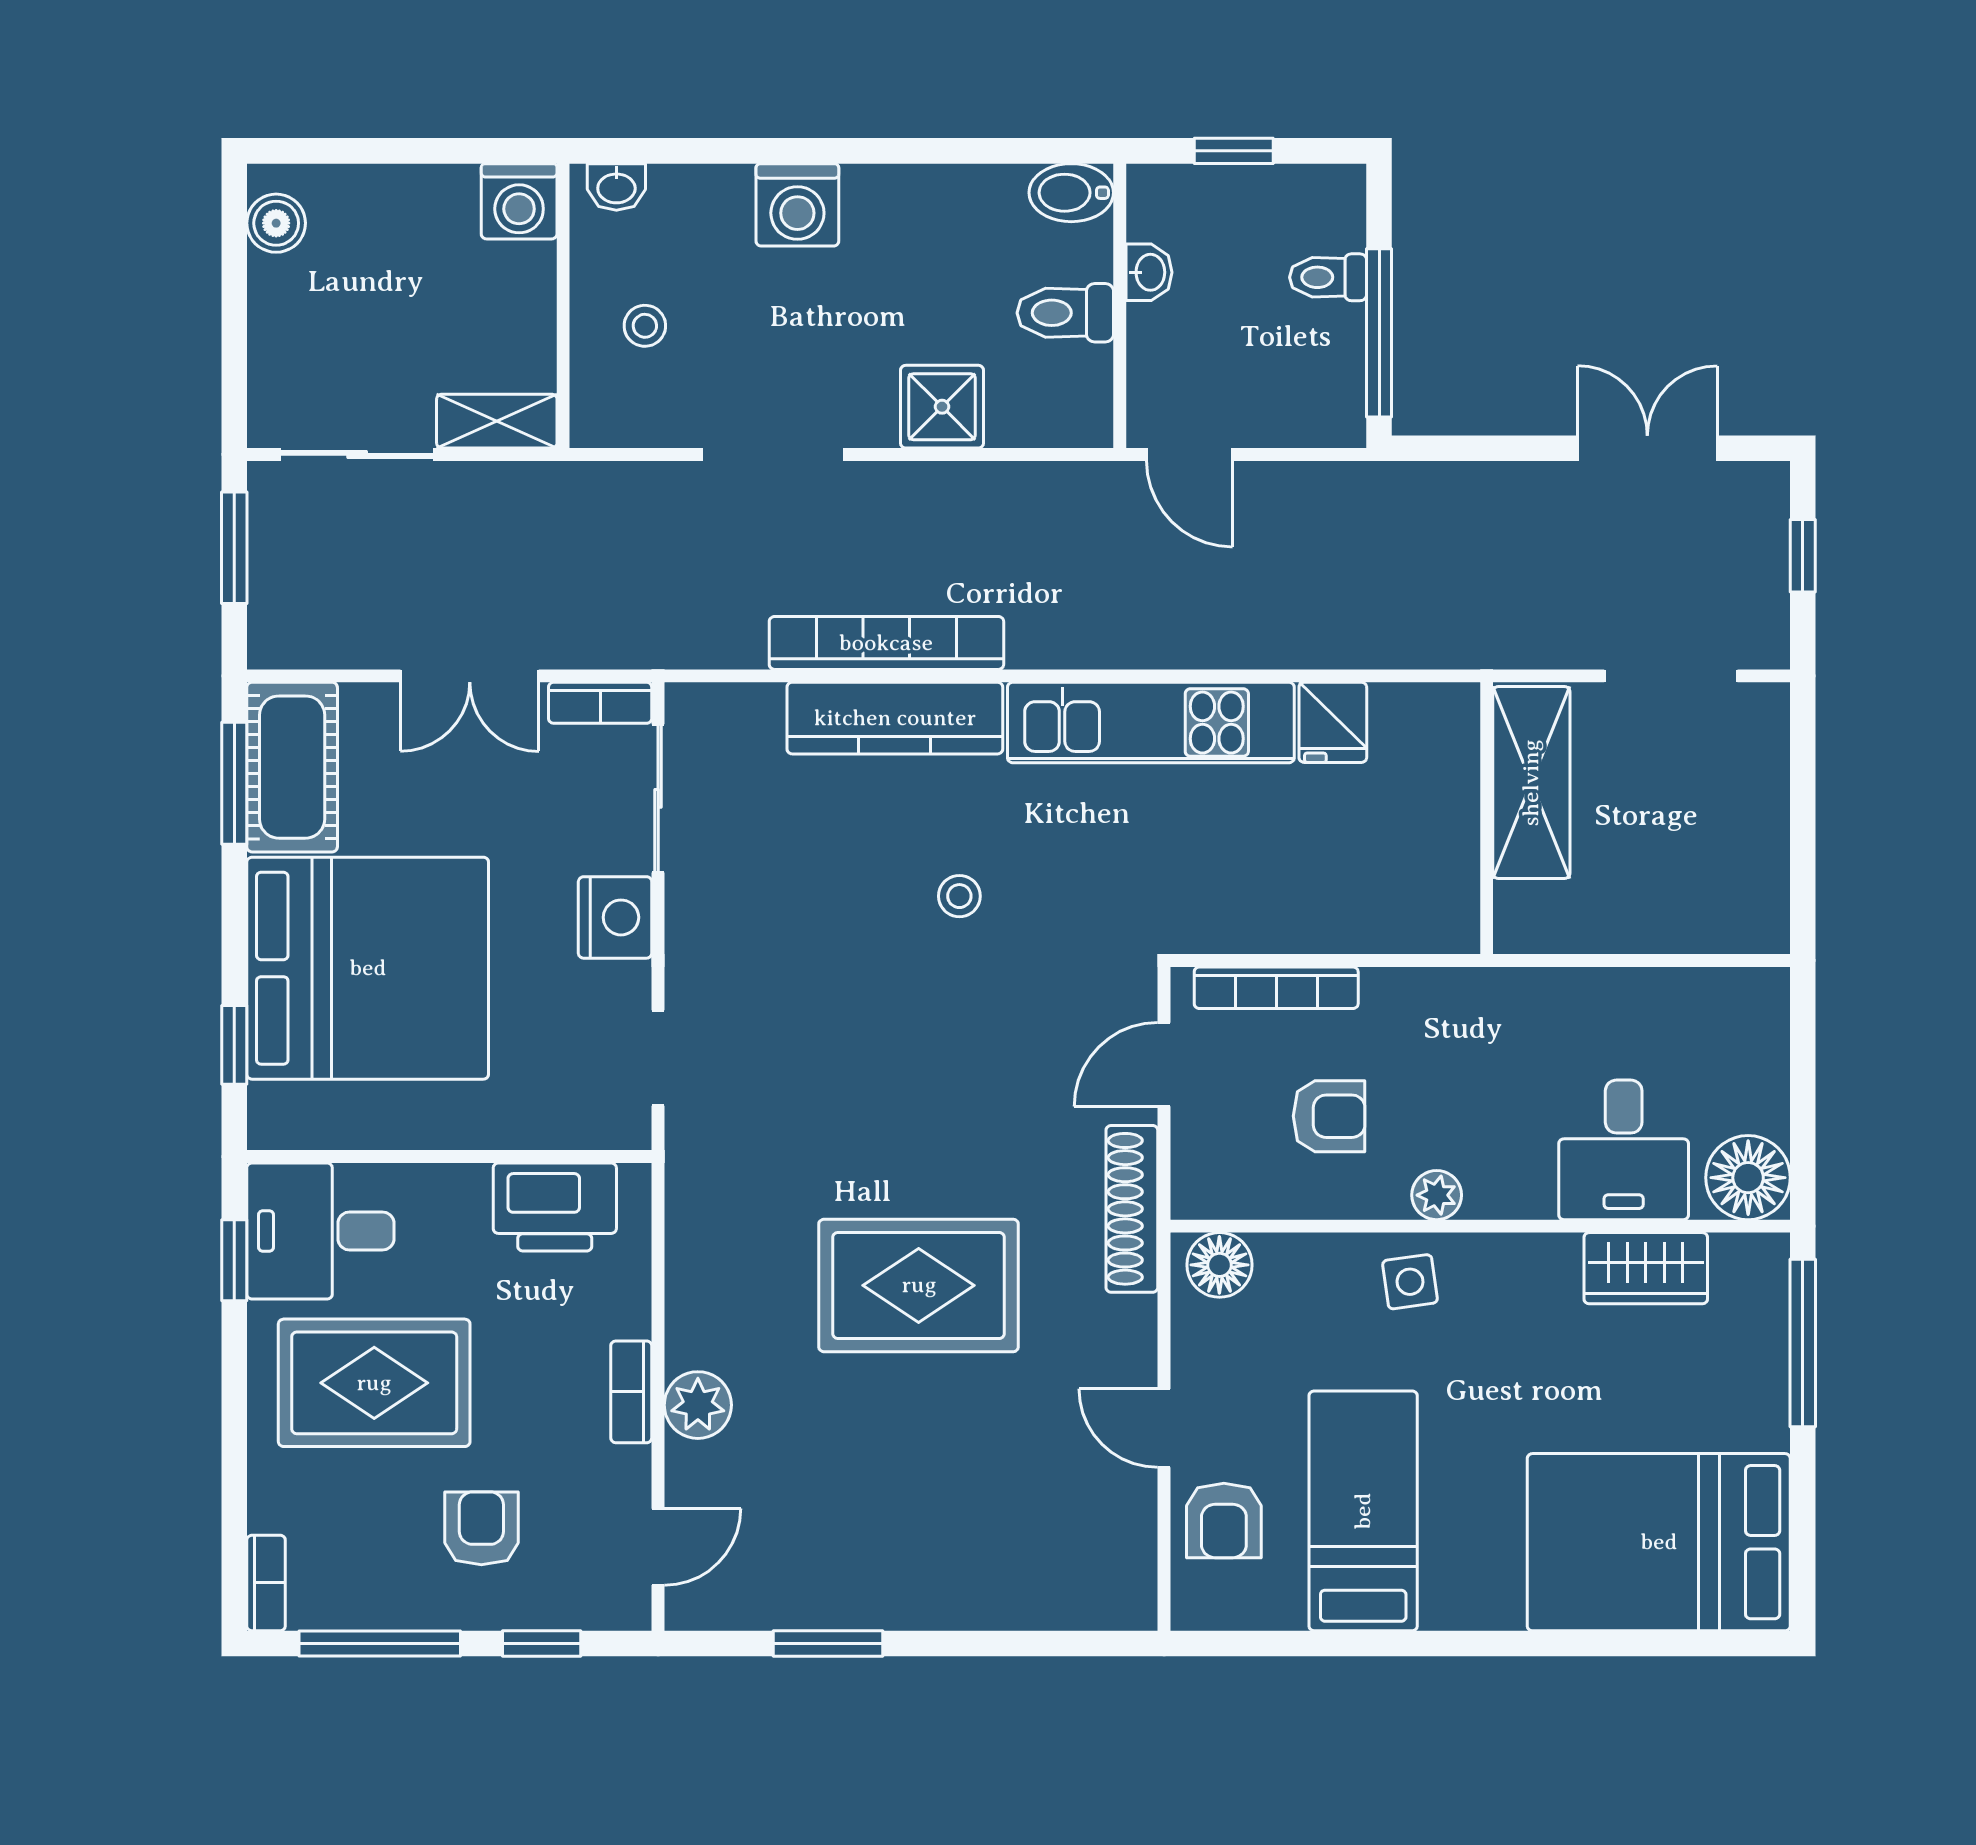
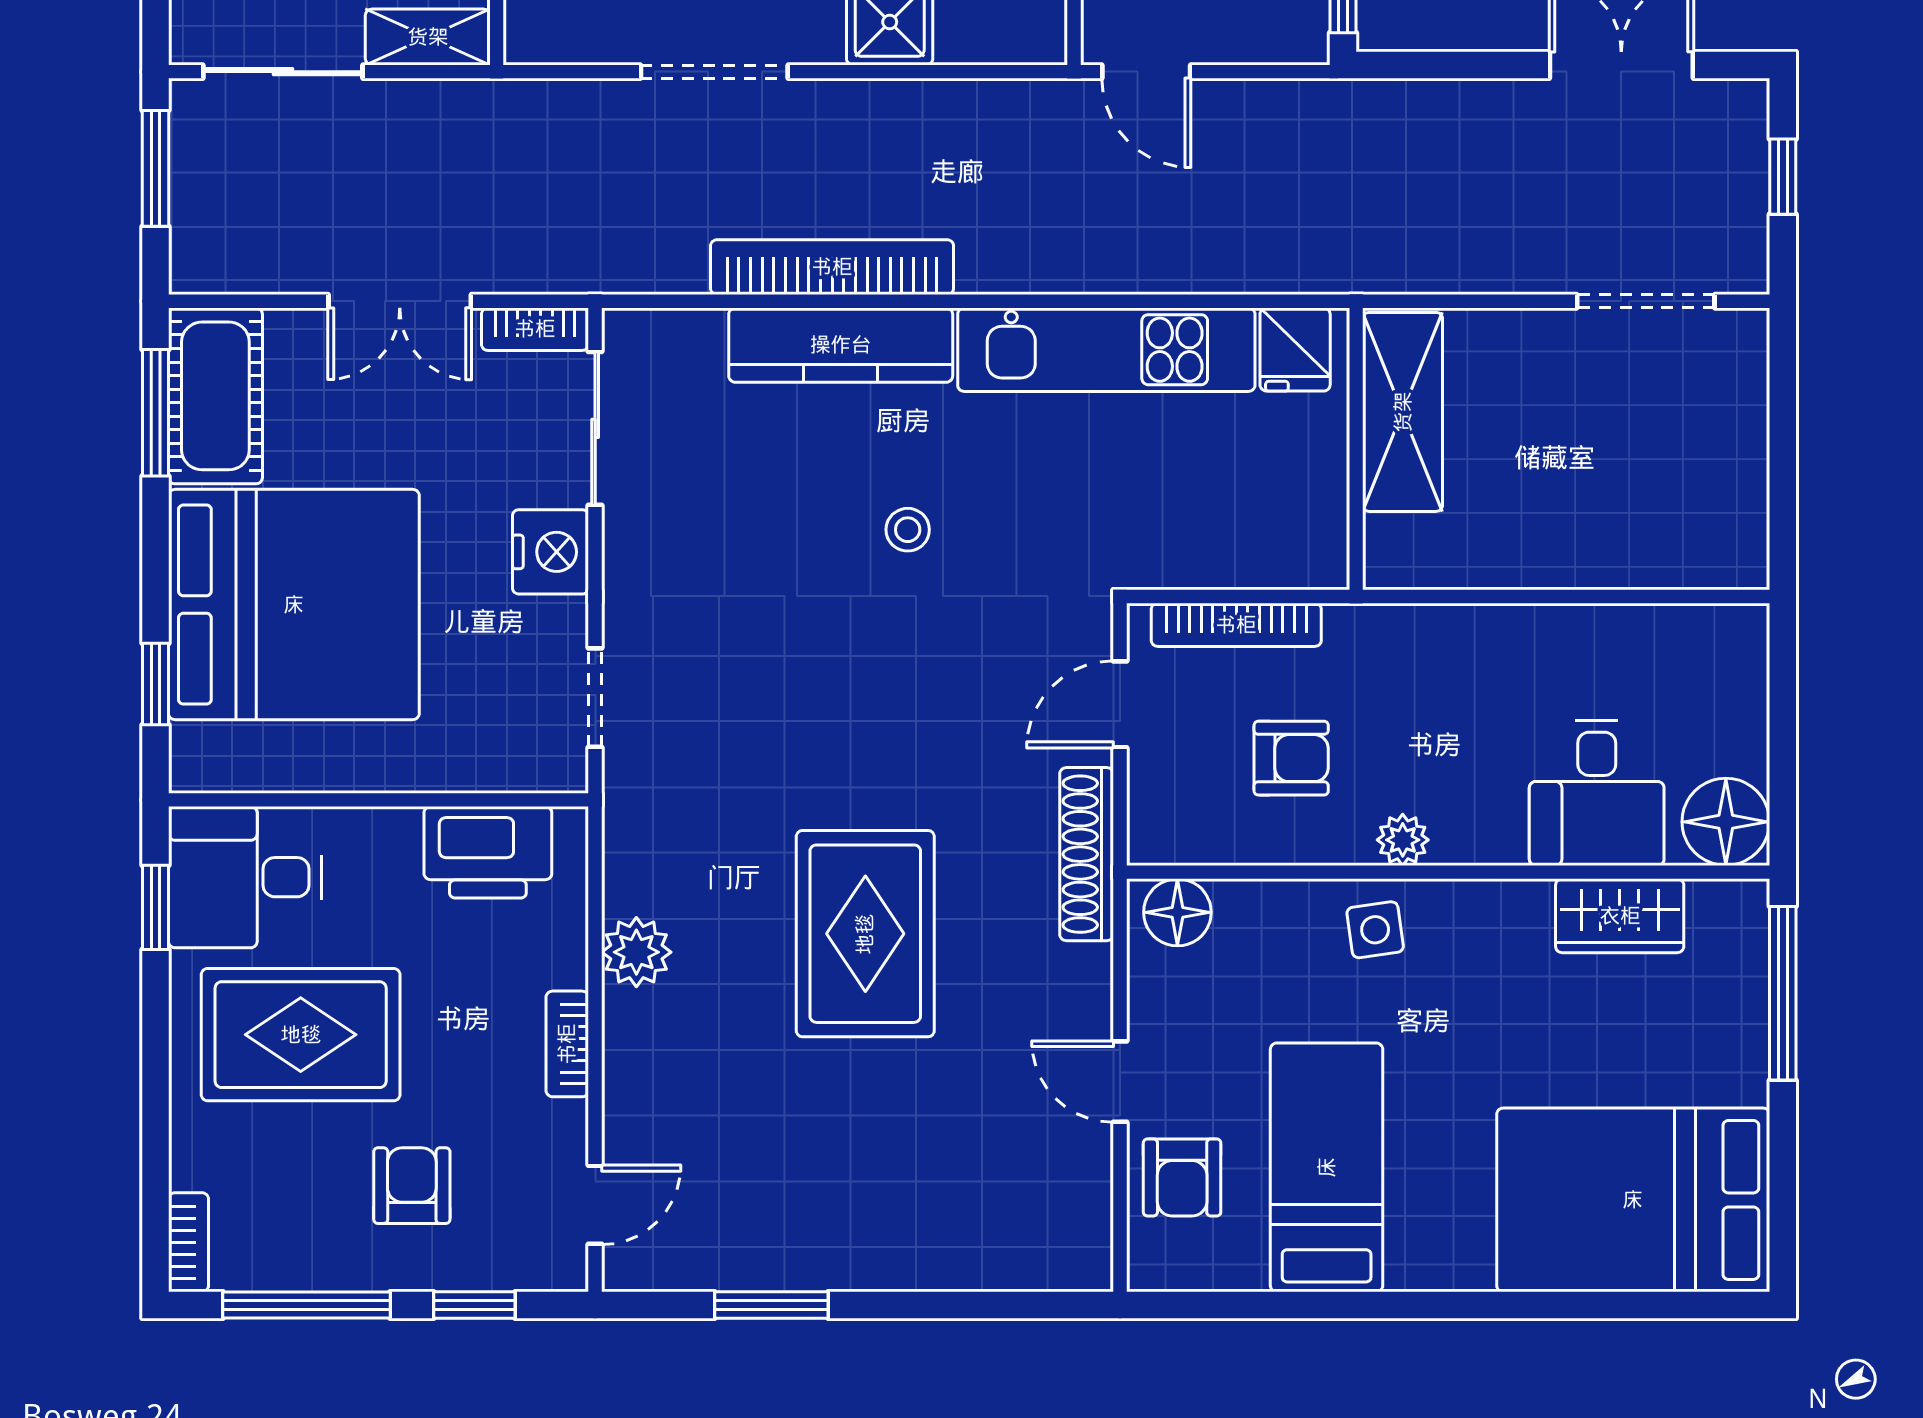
shelving: (1531, 783) -> (1403, 412), moved
wall: (1487, 818) -> (1356, 449), moved
rug: (919, 1285) -> (865, 934), turned 90
plant: (698, 1405) -> (636, 952), moved

